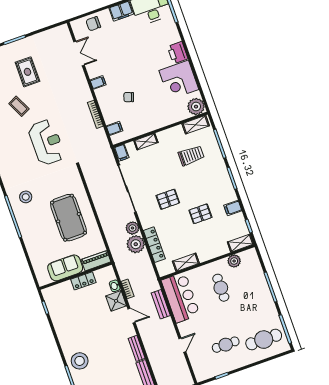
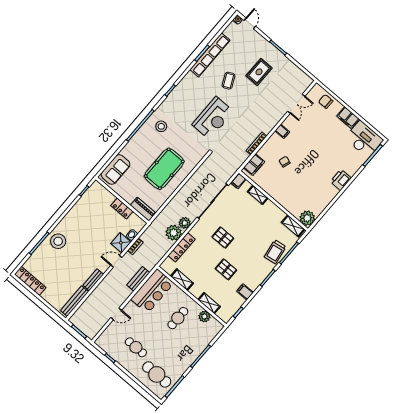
corner desk: (179, 80) -> (320, 193), removed
filing cabinet: (114, 128) -> (254, 165), width x2.00
trolley: (191, 156) -> (275, 252), moved, turned 81
shelving: (241, 243) -> (209, 303), moved
sofa: (65, 268) -> (116, 169), moved, turned 90
door: (131, 316) -> (116, 261), swing flipped

